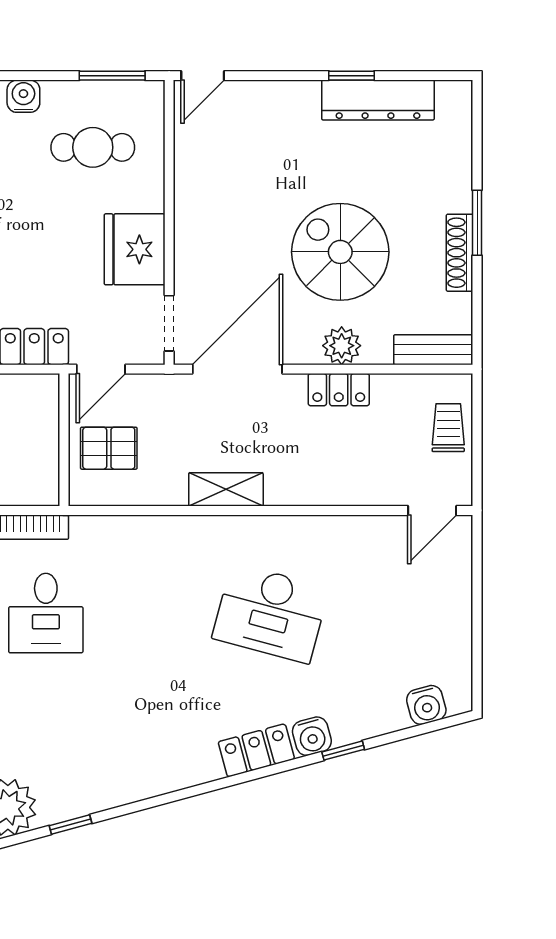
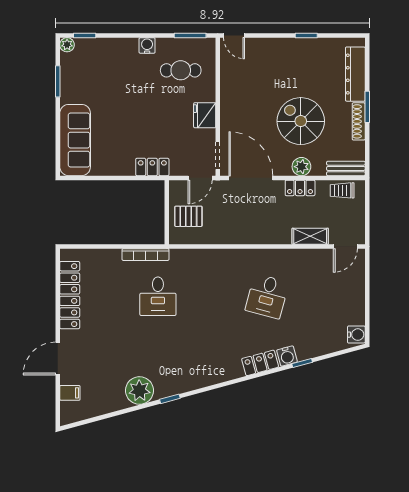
door: (203, 76) -> (234, 36), hinge flipped
dresser: (378, 100) -> (355, 74), moved, turned 90
fridge: (135, 249) -> (205, 115), width x0.73, depth x0.75
door: (101, 369) -> (200, 178), moved
door: (237, 369) -> (251, 178), hinge flipped
trolley: (448, 428) -> (342, 190), moved, turned -90
shelving: (226, 489) -> (310, 236), moved
desk: (271, 613) -> (267, 296), width x0.73
water cooler: (426, 705) -> (356, 335), moved, turned -75

